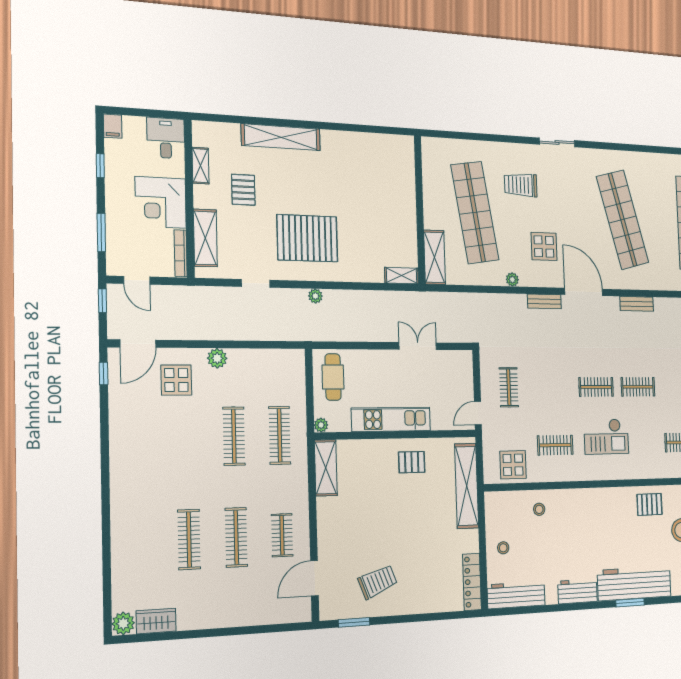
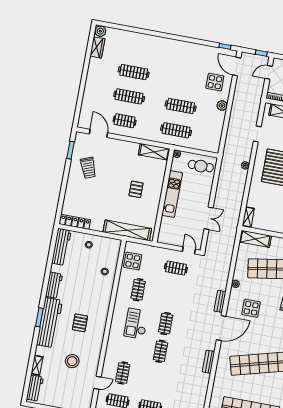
door: (478, 413) -> (189, 250), moved
pallet: (412, 462) -> (136, 189), moved
pallet: (649, 504) -> (80, 323), moved

